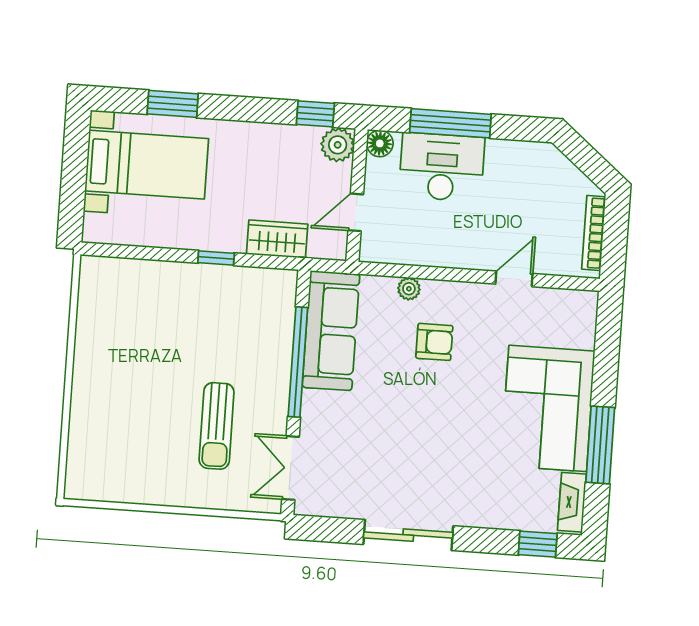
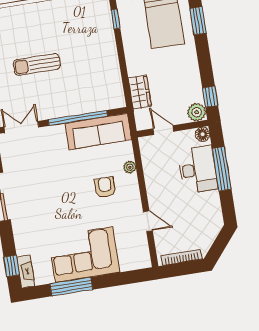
window: (216, 258) -> (115, 19), moved
armchair: (434, 342) -> (105, 187), turned 180
sun lounger: (217, 426) -> (37, 64), moved
fireplace: (572, 502) -> (26, 272), moved, turned 90

